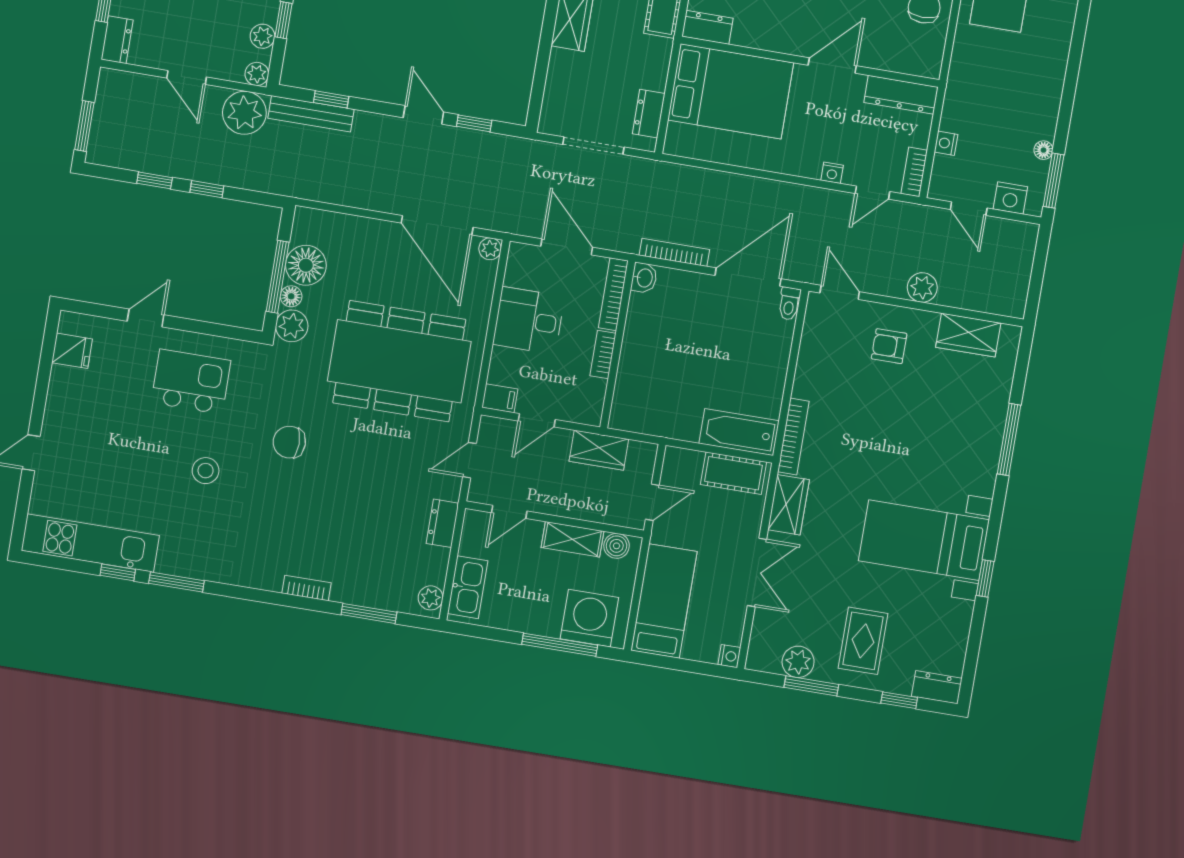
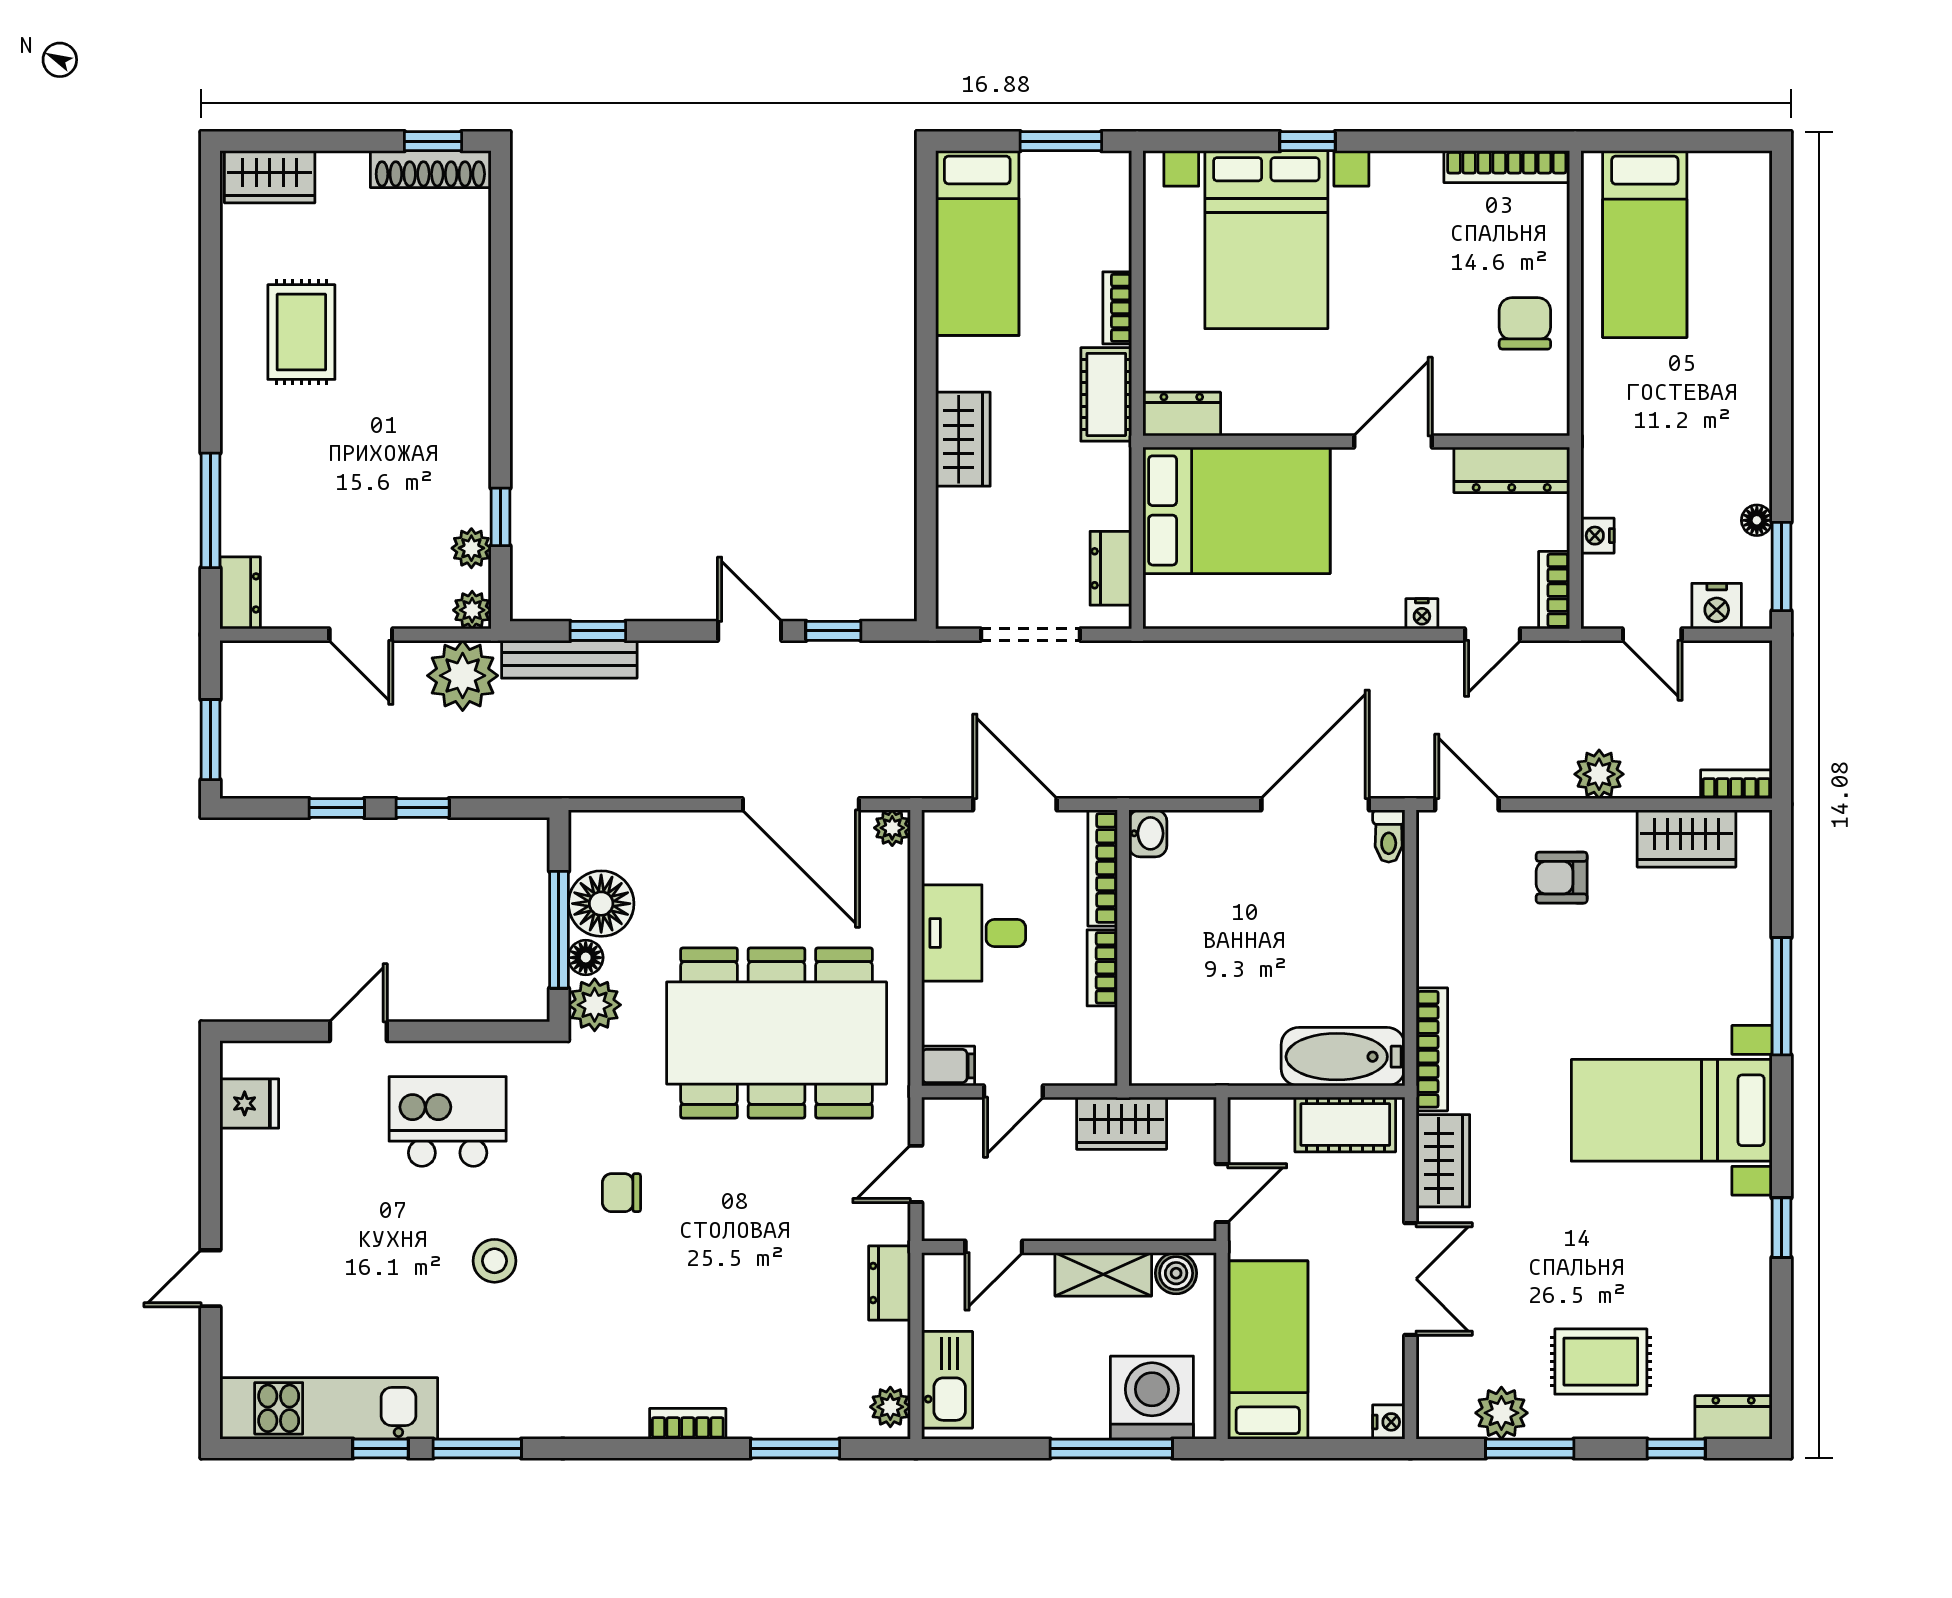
bookcase: (674, 252) -> (1736, 784), moved, width x0.64
chair: (289, 442) -> (621, 1193), width x0.73, depth x0.73
bed with nightstands: (924, 540) -> (1672, 1110), moved
rug: (863, 641) -> (1601, 1362), turned 90

